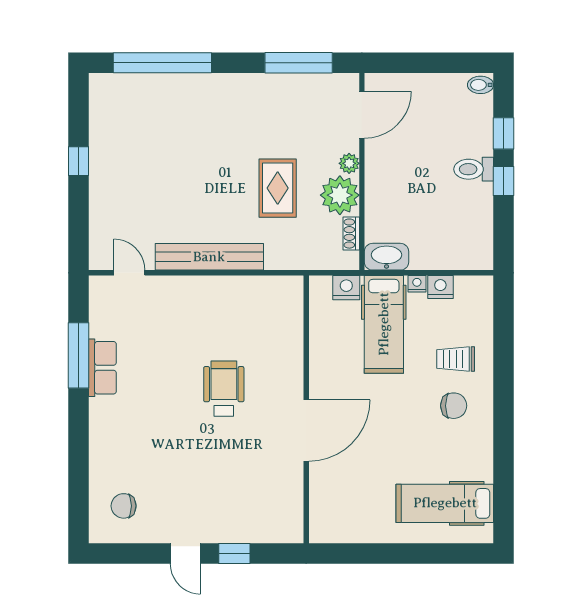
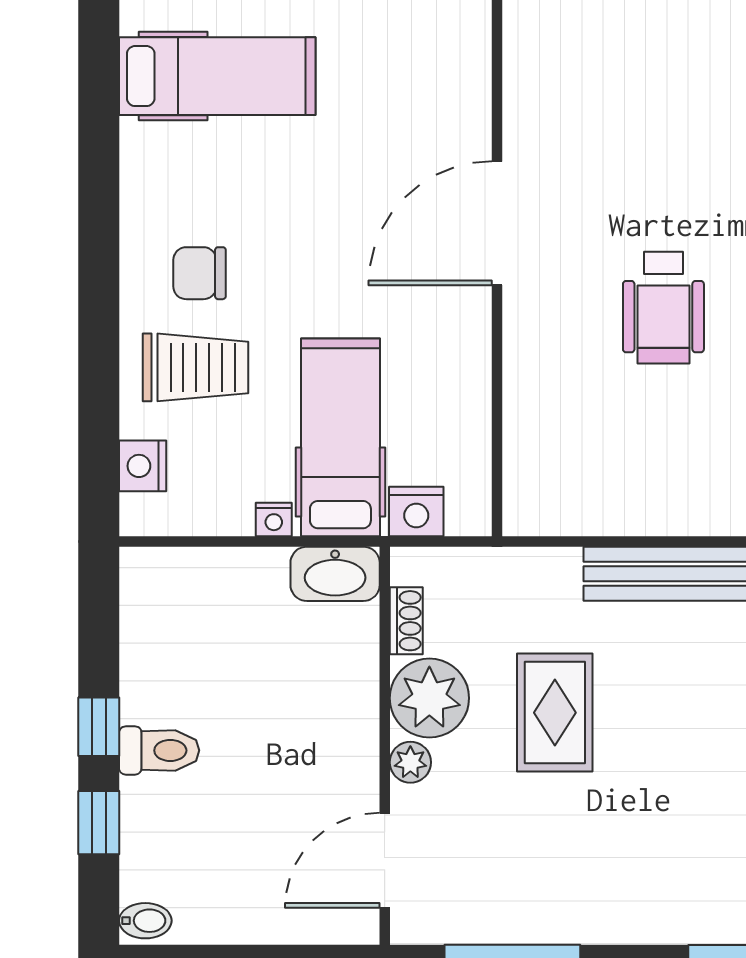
nightstand: (440, 287) -> (143, 466), moved, turned 90
trolley: (456, 359) -> (195, 367), width x1.36, depth x1.39

